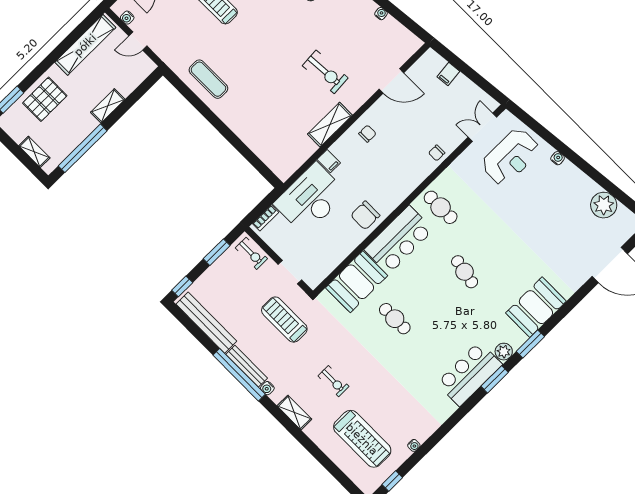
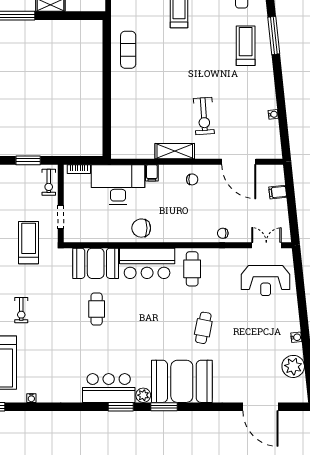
door: (391, 81) -> (239, 162), width x1.36
water cooler: (558, 158) -> (296, 337), moved
cafe table: (465, 272) -> (203, 328), moved
booth: (536, 307) -> (182, 381), width x1.36, depth x1.42

